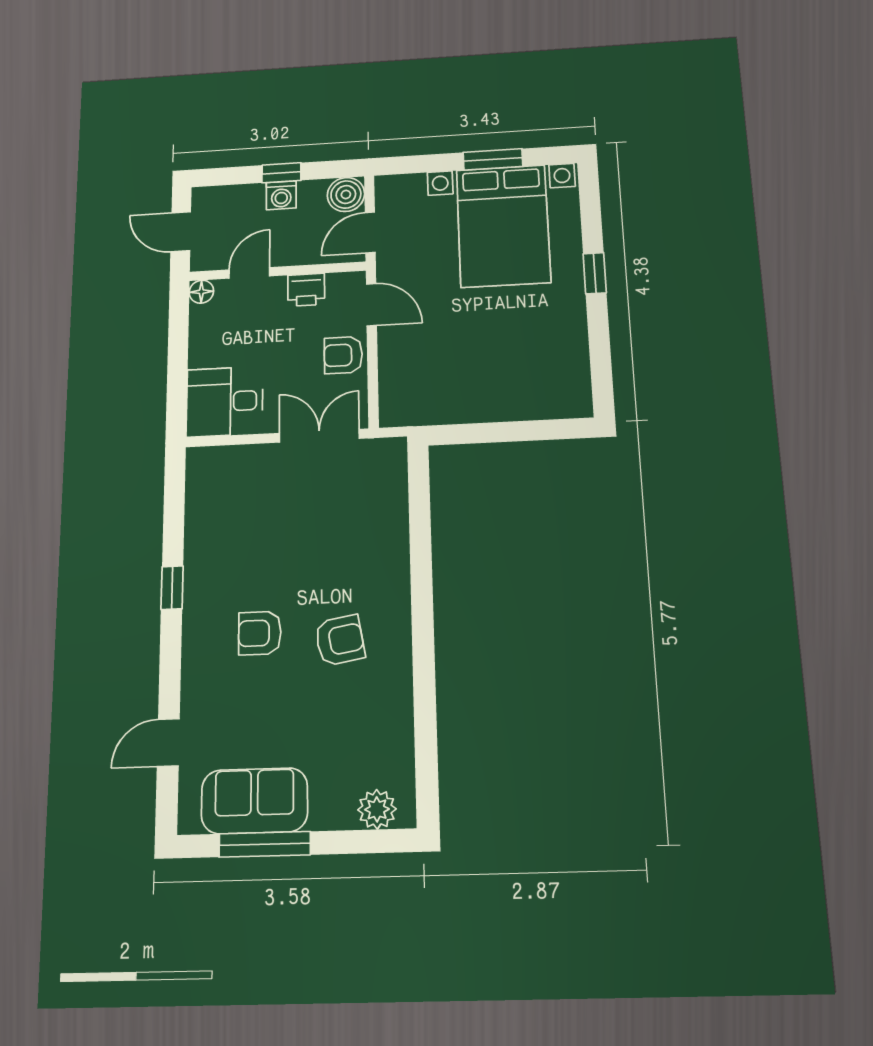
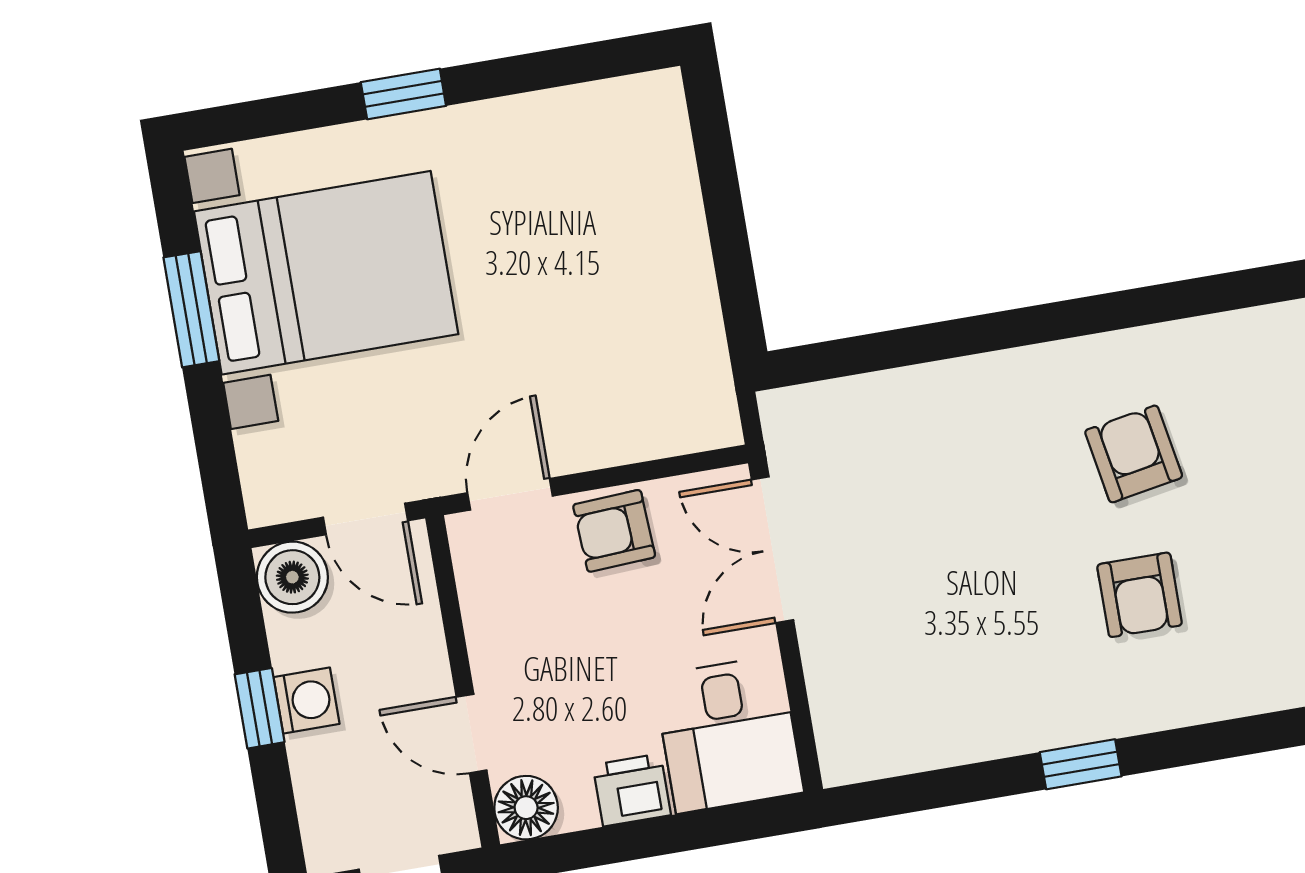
printer: (306, 290) -> (632, 790), moved, turned -90
floor lamp: (201, 292) -> (526, 808), width x1.37, depth x1.37
armchair: (343, 355) -> (614, 531), turned 87

